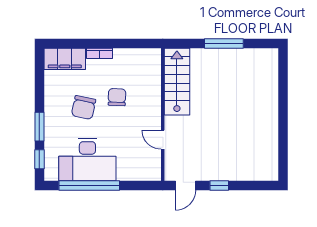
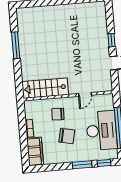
stairs: (177, 82) -> (45, 88), moved
wall: (163, 115) -> (68, 96), moved
door: (163, 140) -> (85, 94), moved

